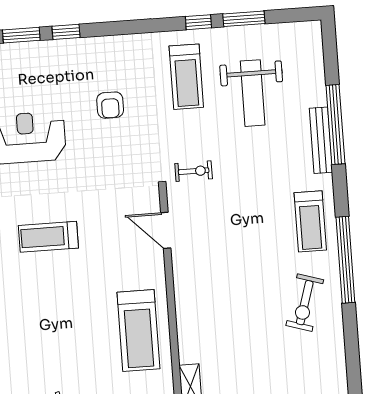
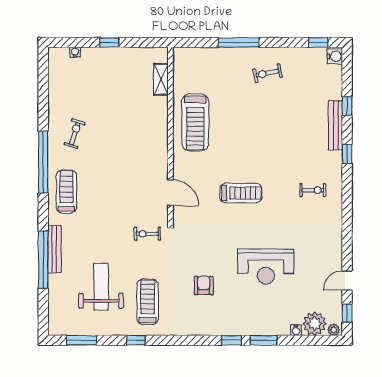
window: (244, 19) -> (82, 340), moved
treadmill: (48, 237) -> (241, 193), moved
exercise bike: (305, 303) -> (75, 134), width x0.73, depth x0.72
treadmill: (138, 330) -> (195, 122), turned 180

